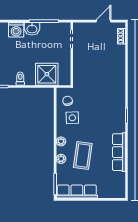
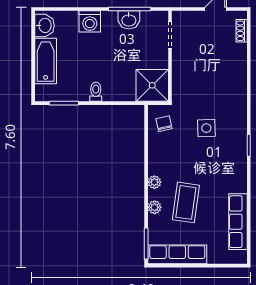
washbasin: (32, 29) -> (129, 20), moved
shower: (47, 74) -> (152, 85), moved
side table: (72, 118) -> (206, 128), moved
row of seats: (119, 152) -> (238, 222), moved

